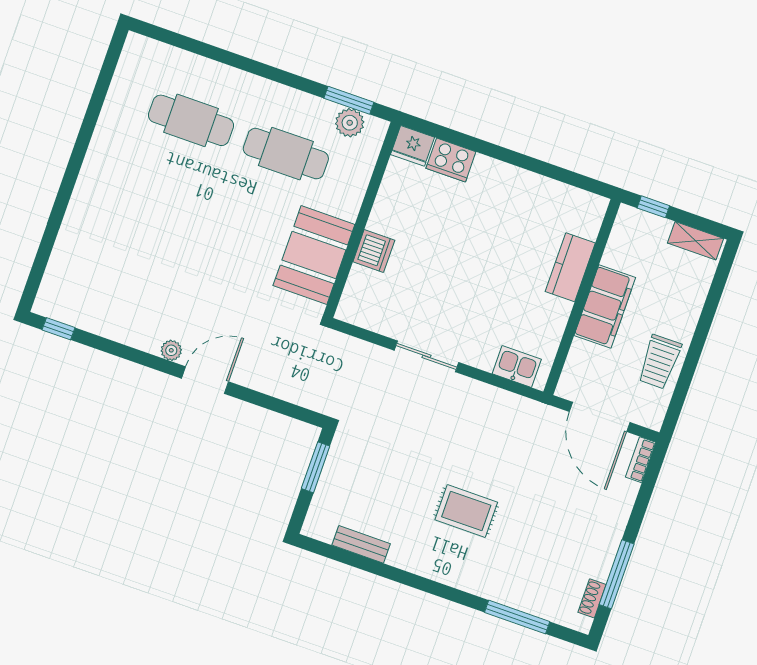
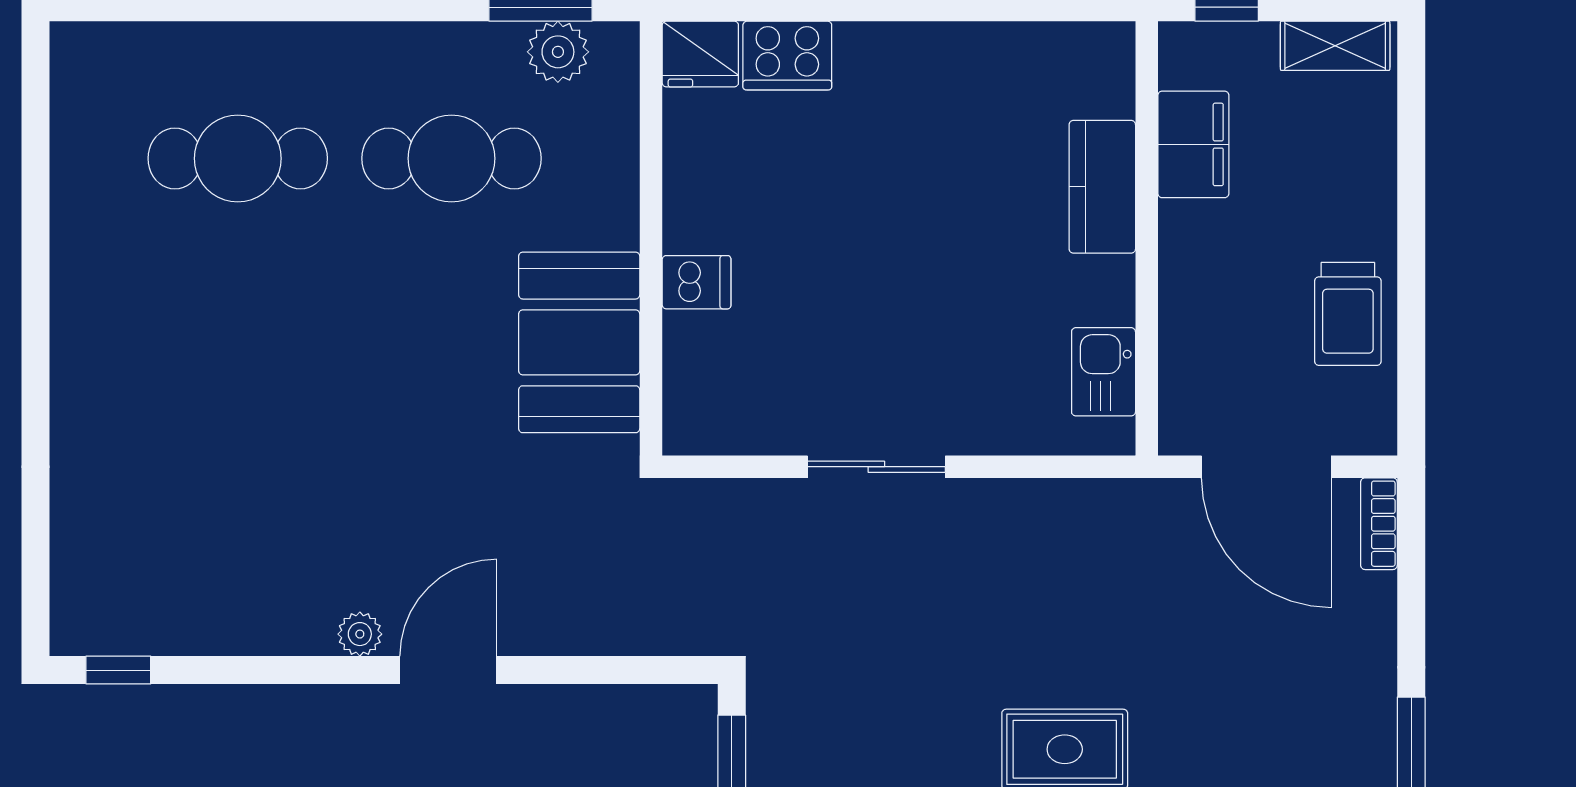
dishwasher: (374, 251) -> (696, 282), width x0.73
filing cabinet: (605, 307) -> (1193, 144), moved, width x0.67, depth x0.86
kitchen sink: (517, 366) -> (1104, 372), moved, turned -90

